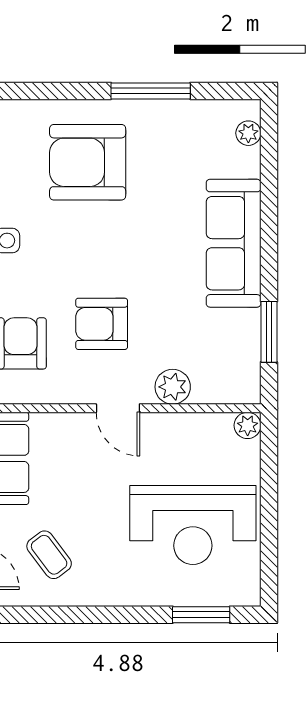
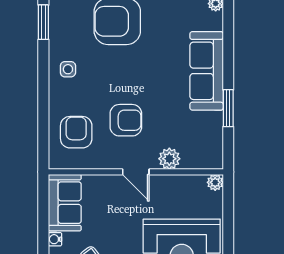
armchair: (102, 324) -> (126, 120), turned 180
window: (269, 332) -> (228, 108), moved

